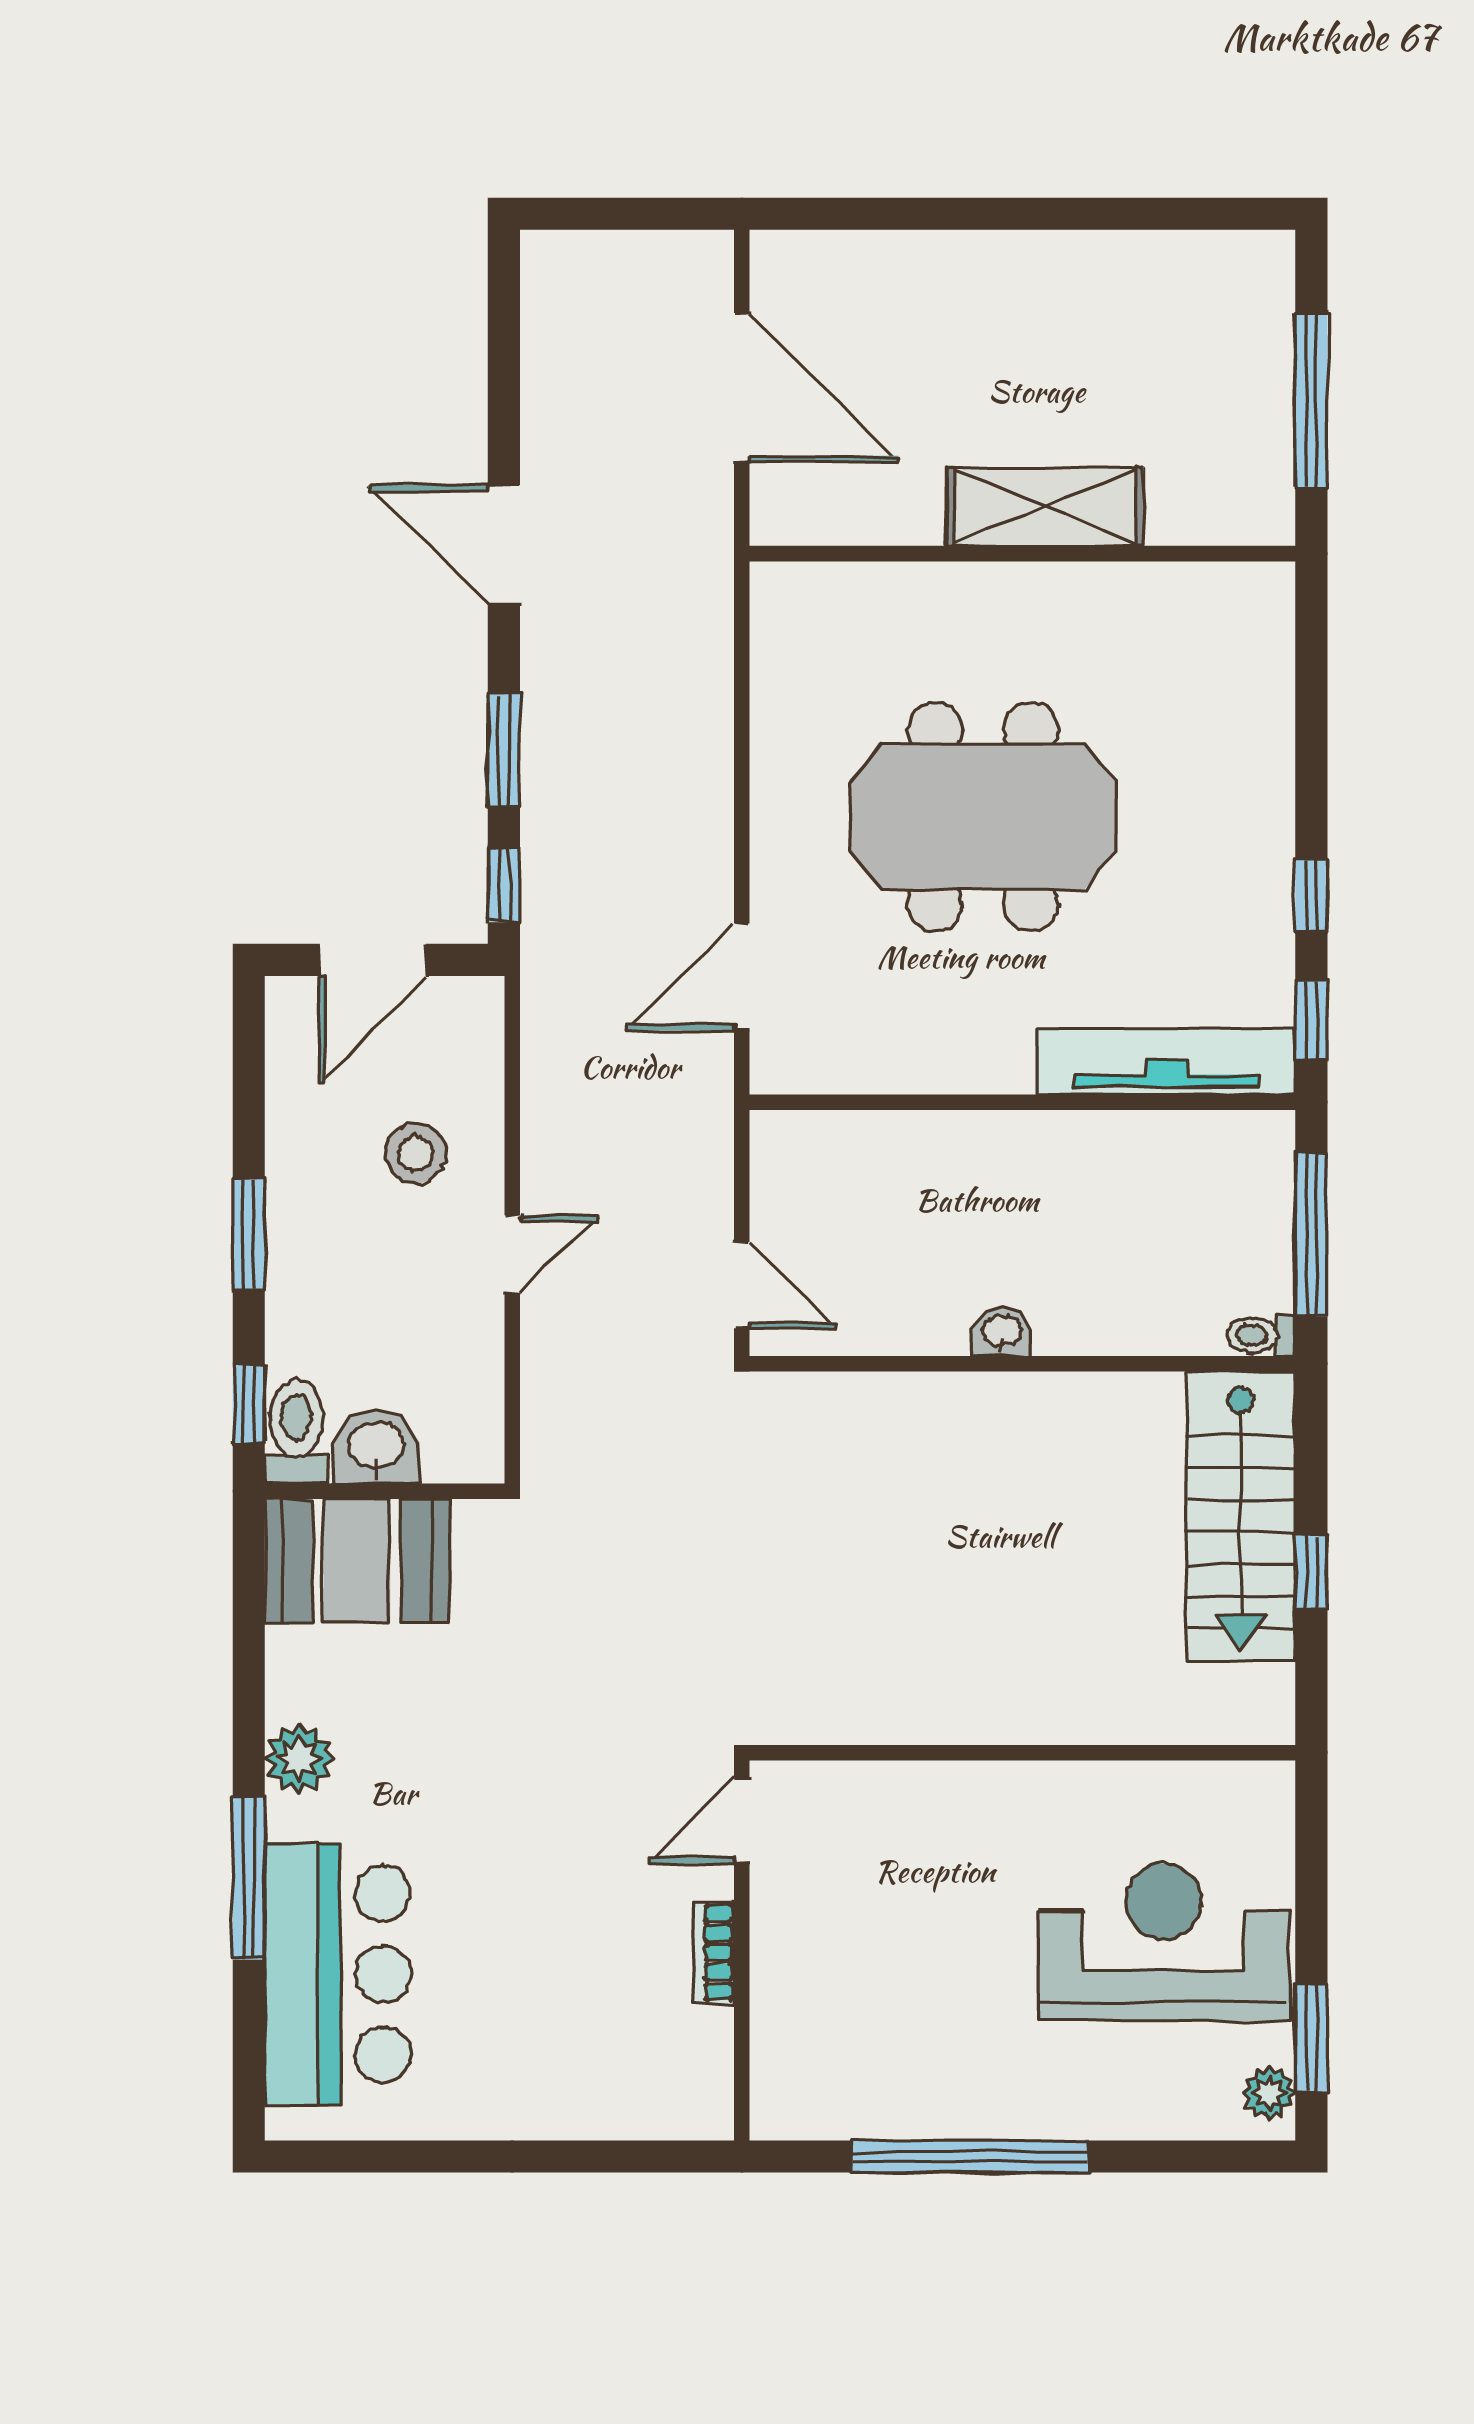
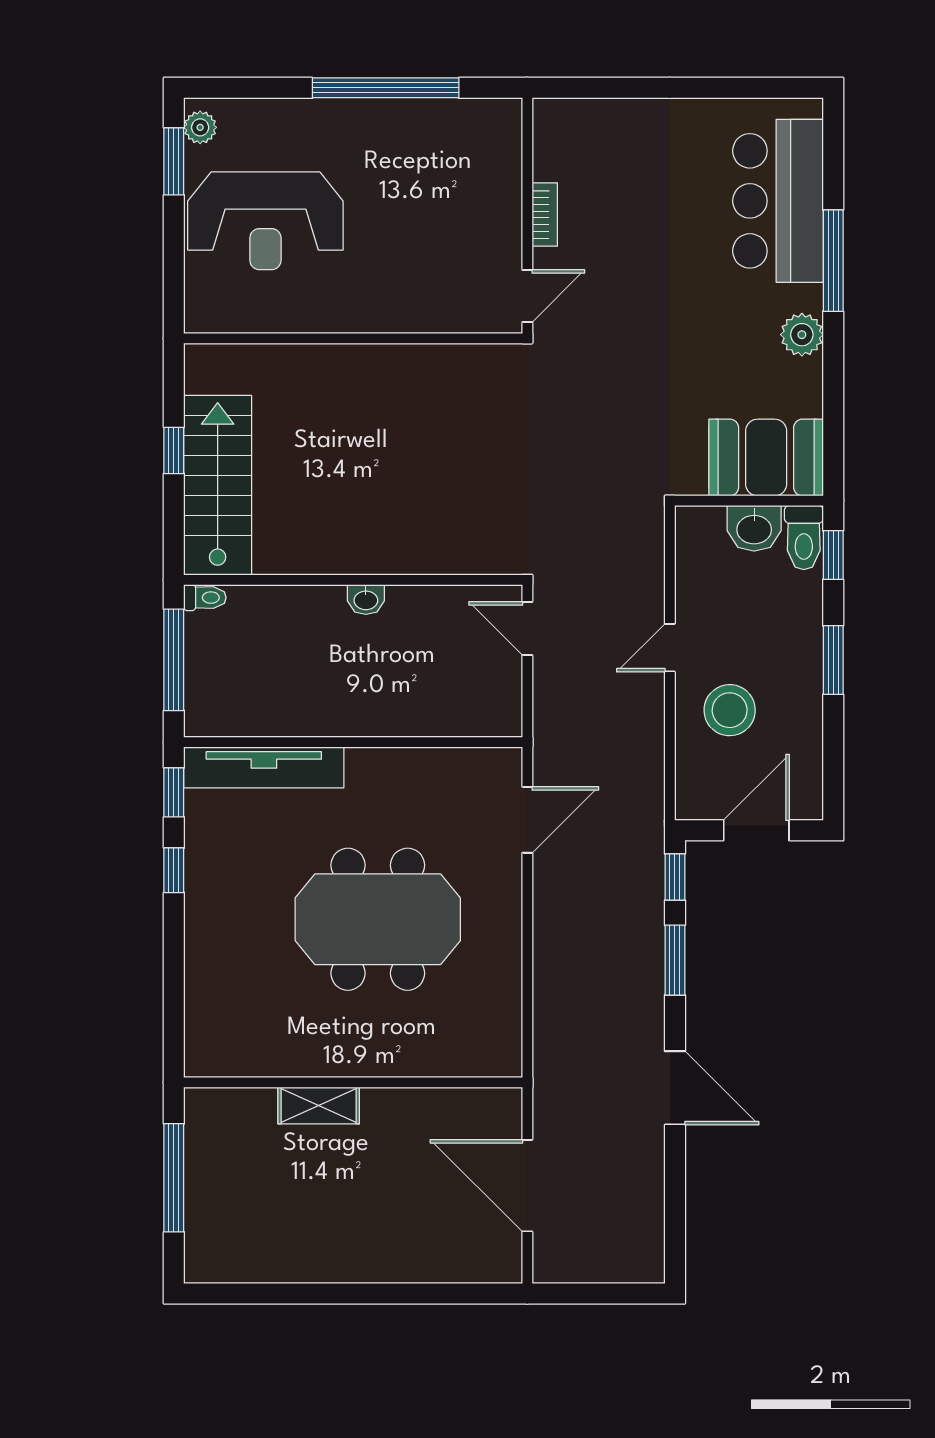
shelving: (1045, 507) -> (319, 1106), width x0.67, depth x0.75
stool: (416, 1154) -> (730, 710), width x1.38, depth x1.38

